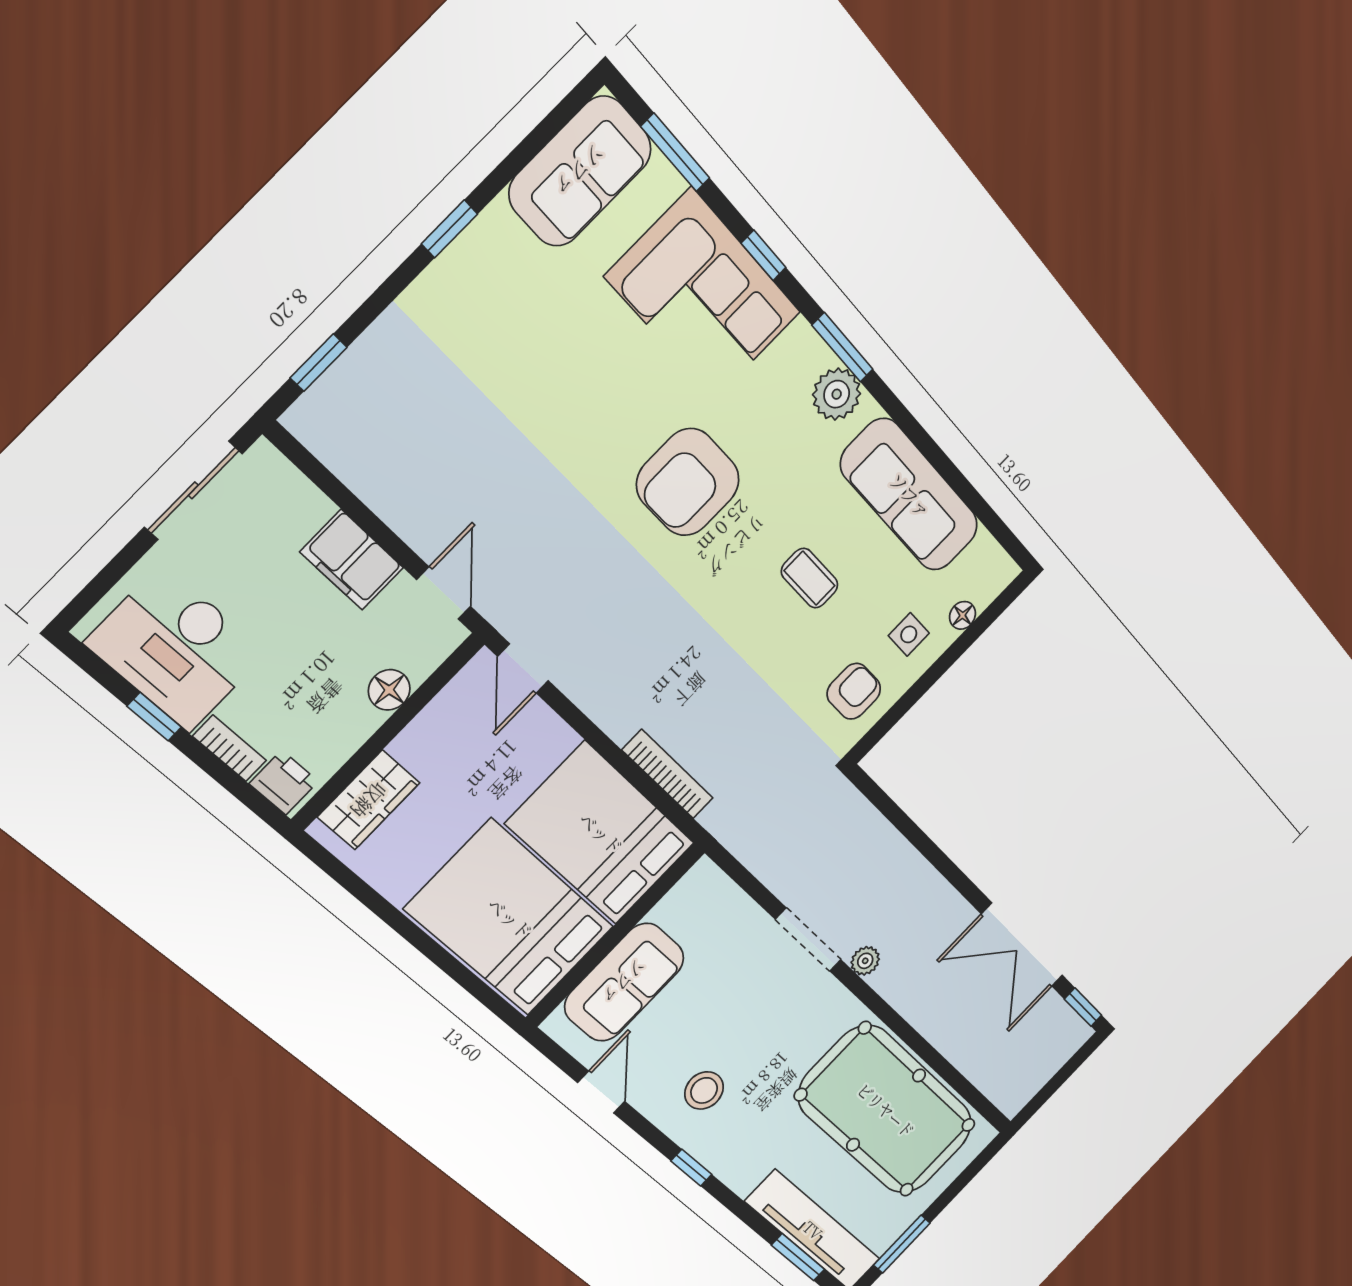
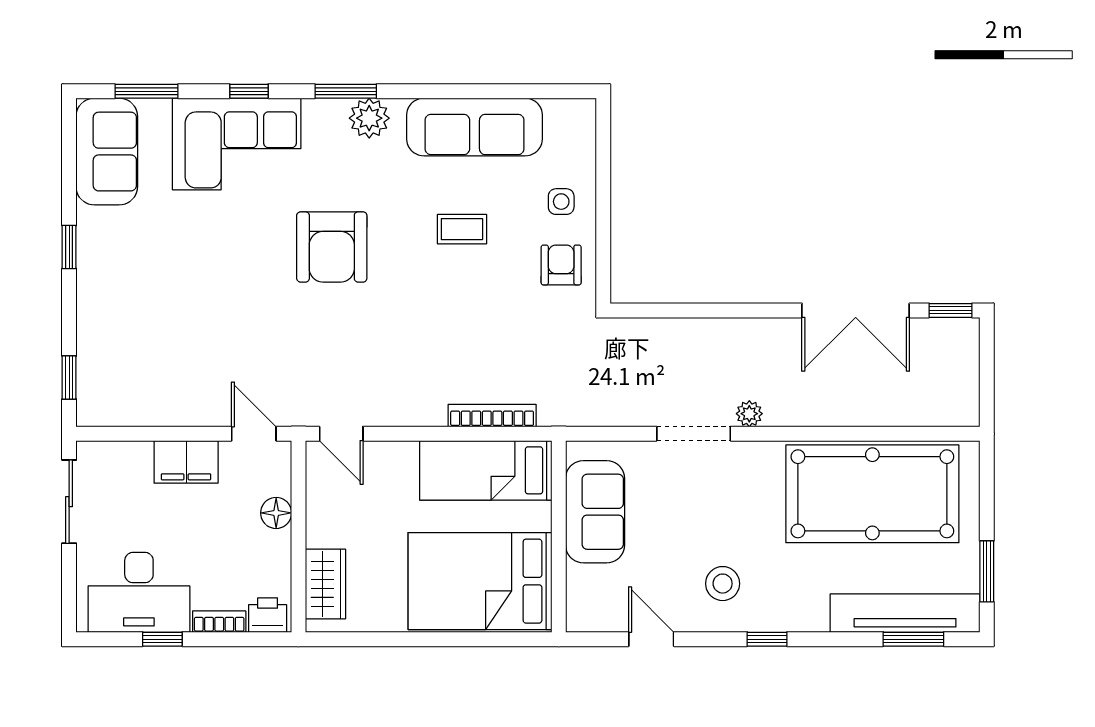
floor lamp: (963, 615) -> (585, 159), removed
bed: (601, 833) -> (486, 470), width x0.67
sofa: (624, 982) -> (595, 512), moved

